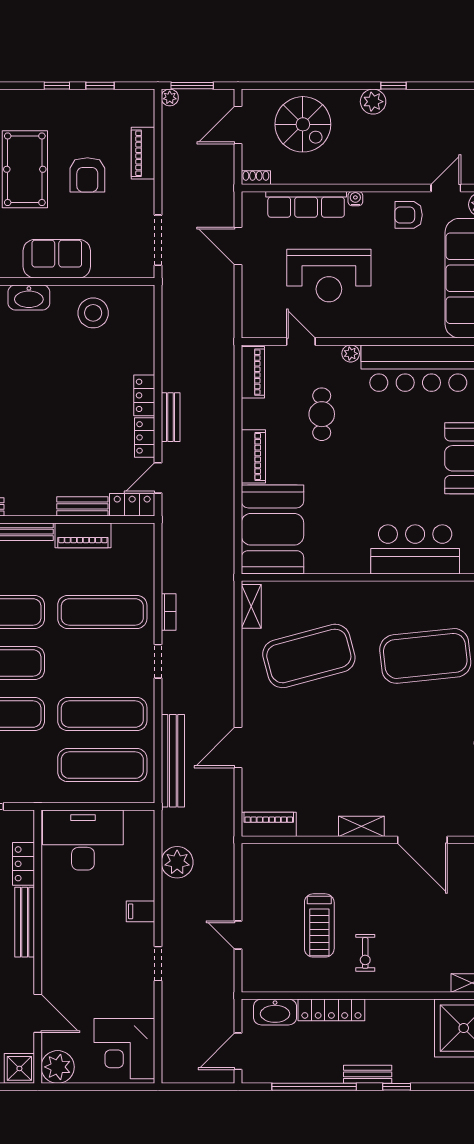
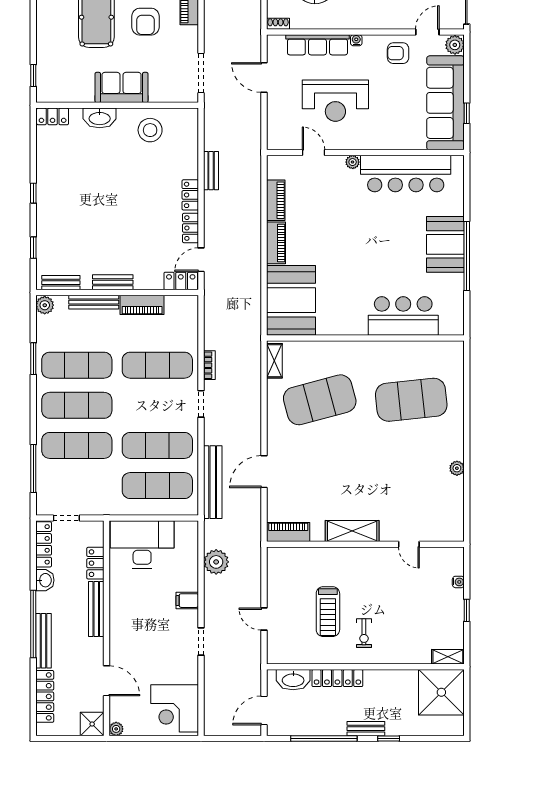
piano: (253, 372) -> (276, 200), moved
cafe table: (322, 414) -> (330, 210), removed
bench: (171, 417) -> (211, 171), moved
bench: (82, 506) -> (113, 282), moved
shelving: (361, 826) -> (352, 531), width x1.50, depth x1.33
door: (422, 840) -> (409, 544), width x0.53
plant: (58, 1067) -> (116, 729), width x0.53, depth x0.53

